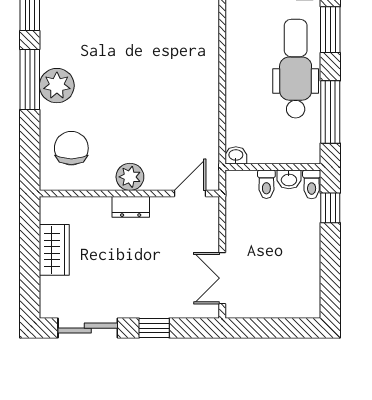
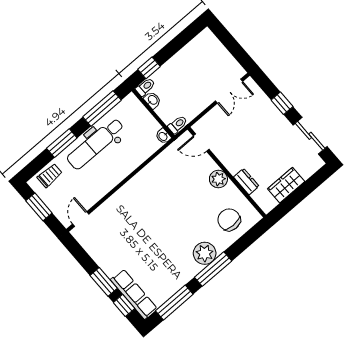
chair: (71, 148) -> (229, 220), turned 90
toilet: (266, 184) -> (178, 124), moved
dresser: (131, 207) -> (246, 182), moved

